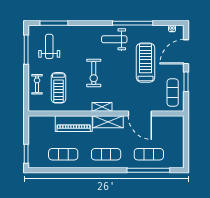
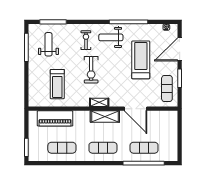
exercise bike: (37, 84) -> (86, 40), moved
piano: (74, 124) -> (55, 118), moved

